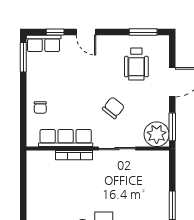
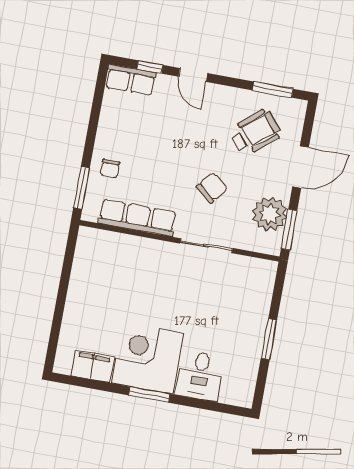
window: (23, 57) -> (82, 188), moved
wheelchair: (136, 64) -> (255, 132), turned -131
plant: (157, 134) -> (269, 214), moved
bookcase: (74, 155) -> (145, 244), removed

